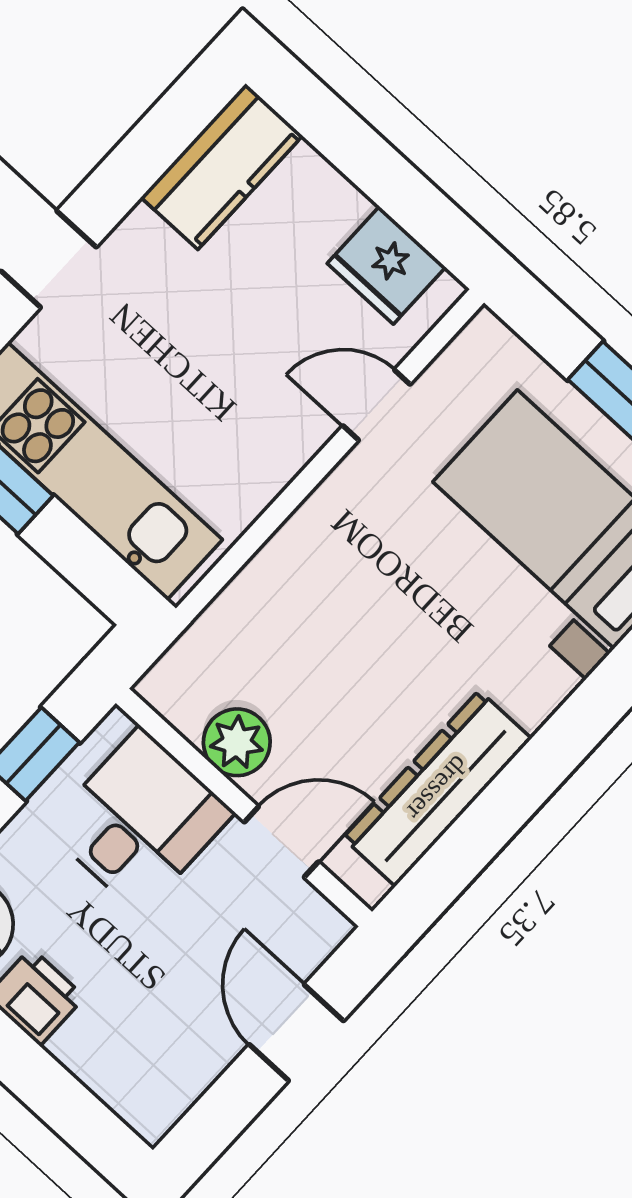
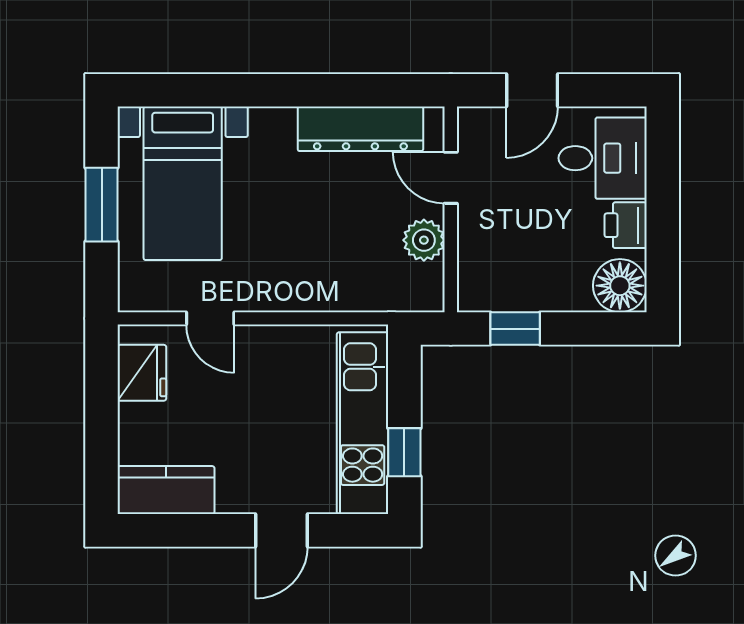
desk: (140, 821) -> (603, 158), moved, turned 180

